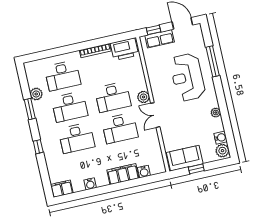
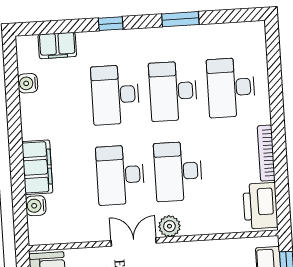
plant: (36, 94) -> (206, 35), removed
water cooler: (90, 184) -> (28, 83), moved
filing cabinet: (62, 189) -> (57, 45), moved, turned 90

